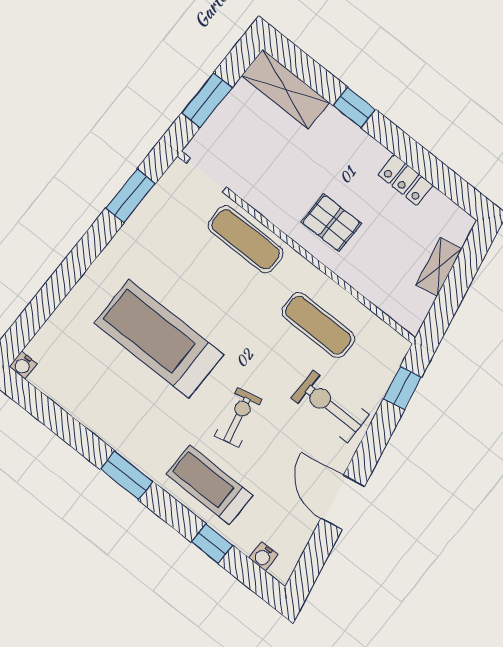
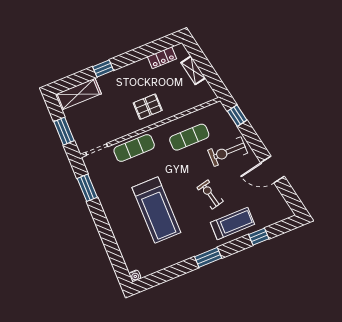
locker: (405, 180) -> (162, 58), moved
treadmill: (159, 339) -> (156, 210), turned -90
treadmill: (209, 485) -> (233, 223), turned 180
water cooler: (263, 556) -> (277, 217), removed

